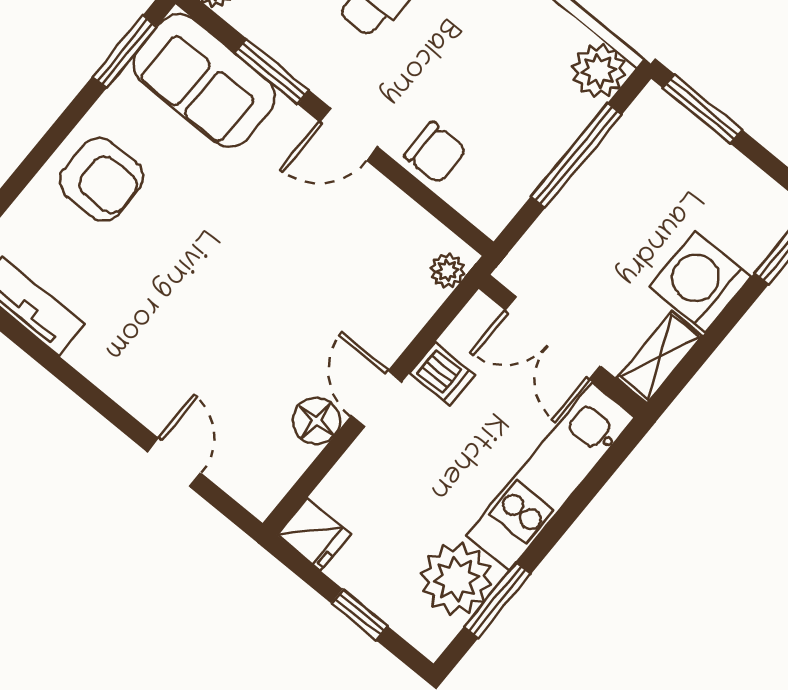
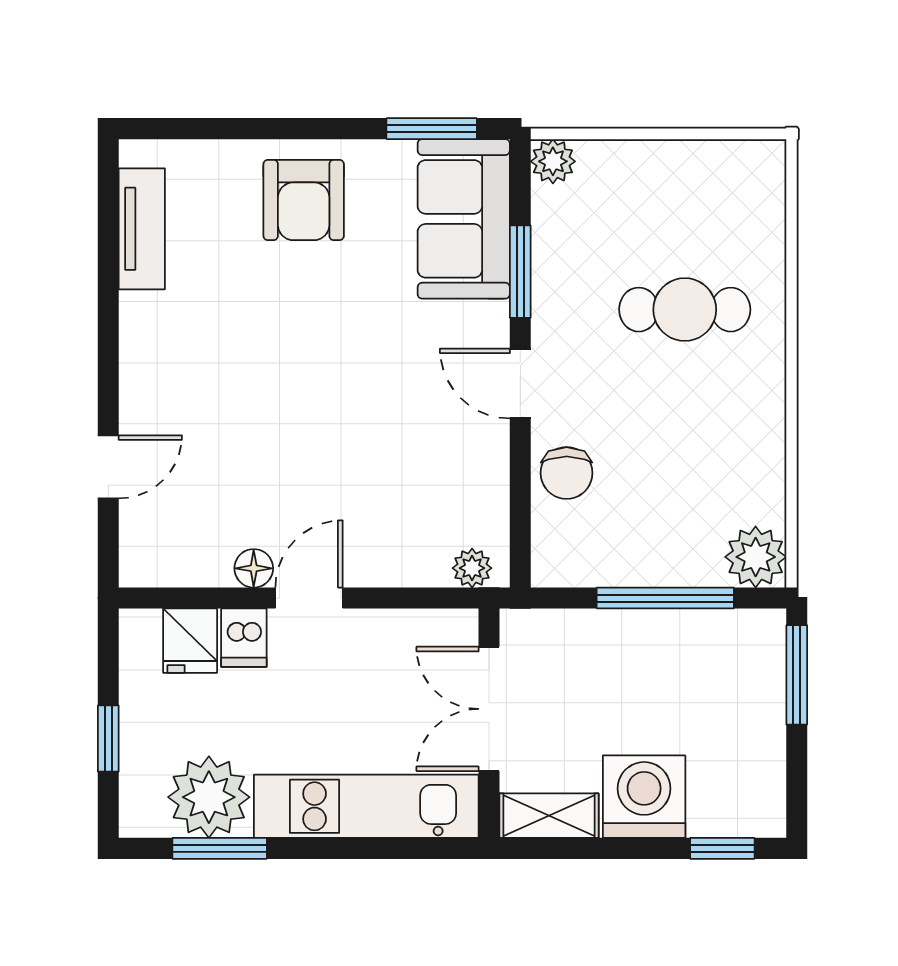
dishwasher: (442, 374) -> (244, 638), moved
floor lamp: (316, 421) -> (254, 568), width x0.73, depth x0.73
fridge: (314, 534) -> (190, 641), moved

